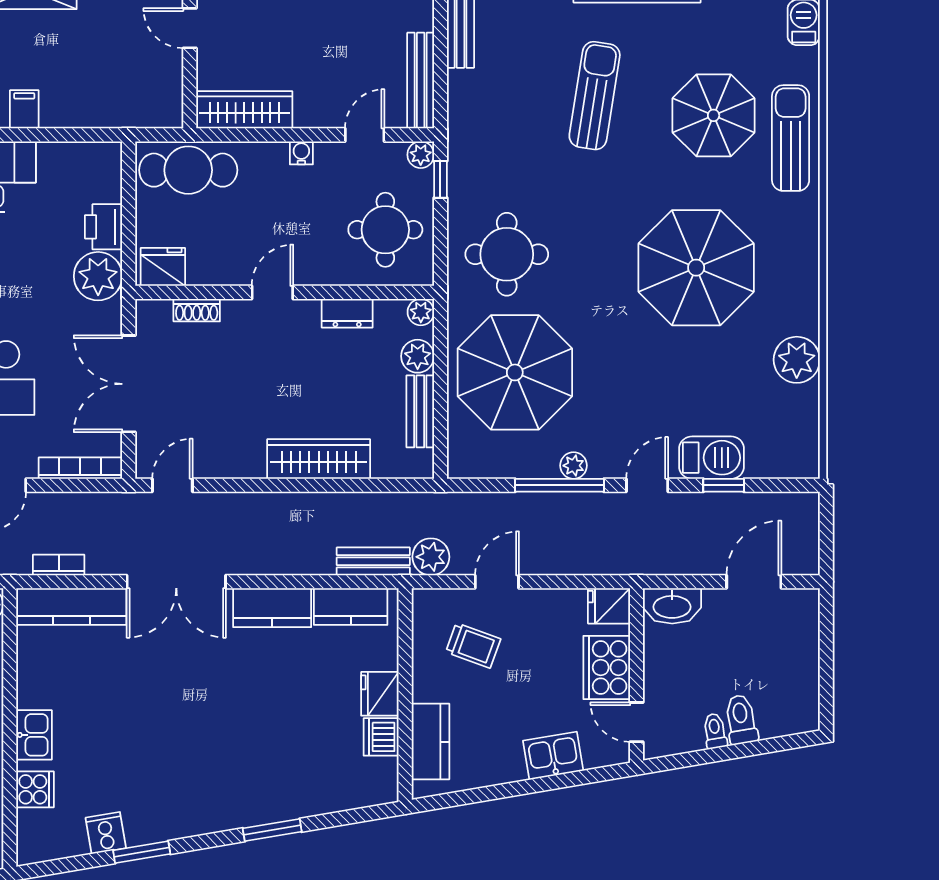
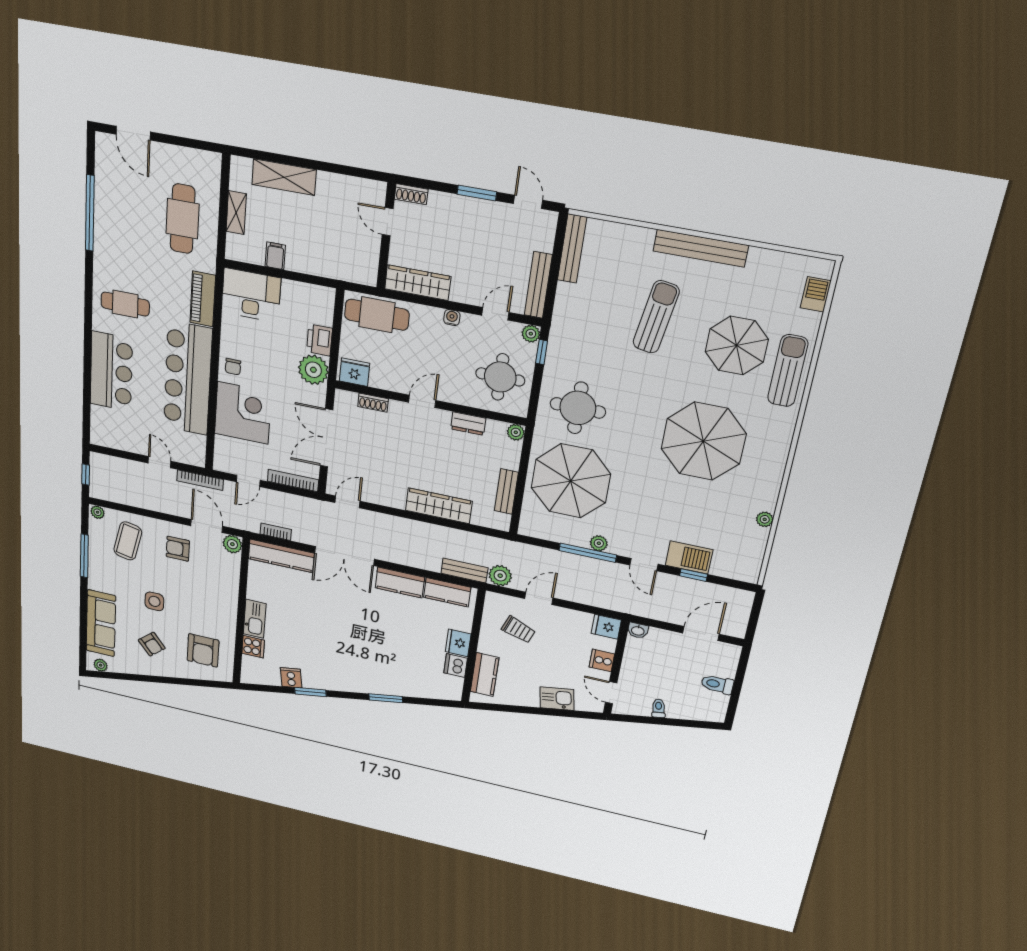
plant: (418, 356) -> (510, 459), removed
plant: (797, 360) -> (765, 519), width x0.53, depth x0.53
door: (647, 485) -> (644, 565), swing flipped
washbasin: (672, 606) -> (638, 631), width x0.52, depth x0.69
cooker: (607, 668) -> (602, 660), width x0.53, depth x0.76
toilet: (741, 720) -> (717, 684), moved, turned -80
kitchen sink: (34, 735) -> (255, 619), width x1.38

